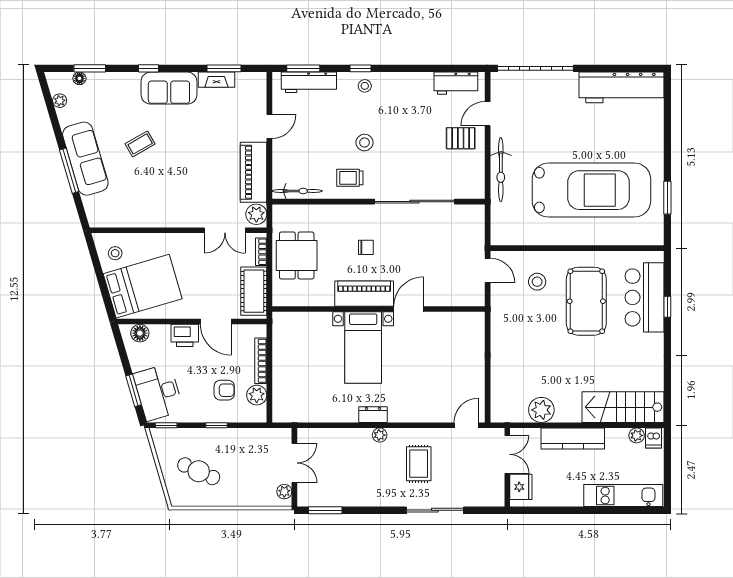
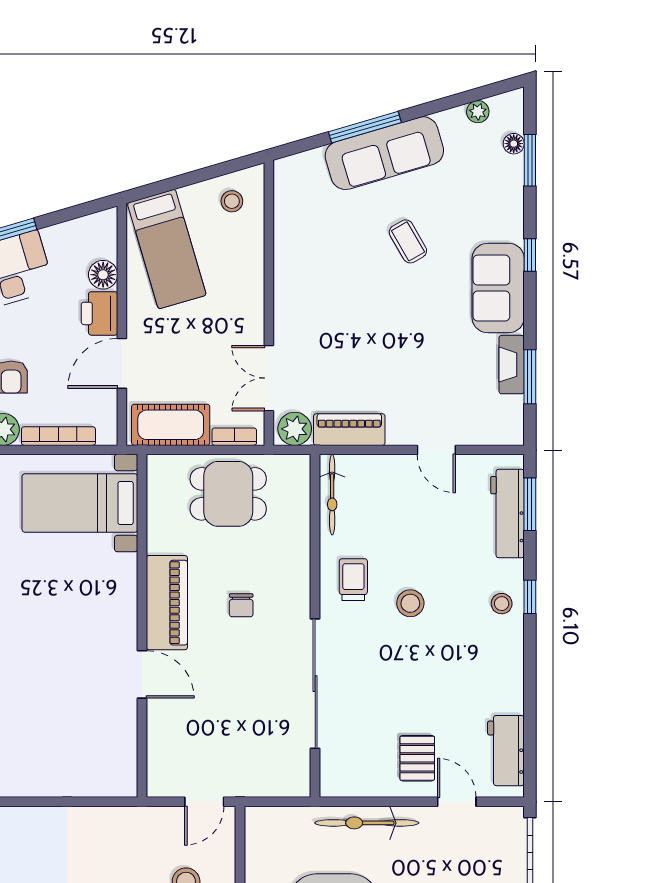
piano: (254, 172) -> (349, 430), width x0.73, depth x0.75
bed: (143, 286) -> (167, 249), width x0.67
floor lamp: (140, 333) -> (103, 275), moved
bed with nightstands: (363, 347) -> (80, 503), moved

